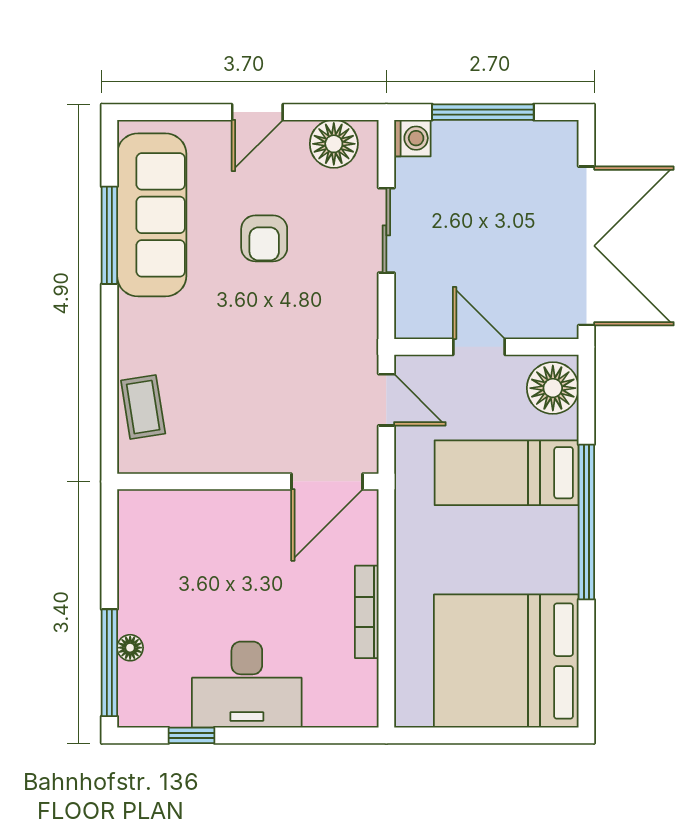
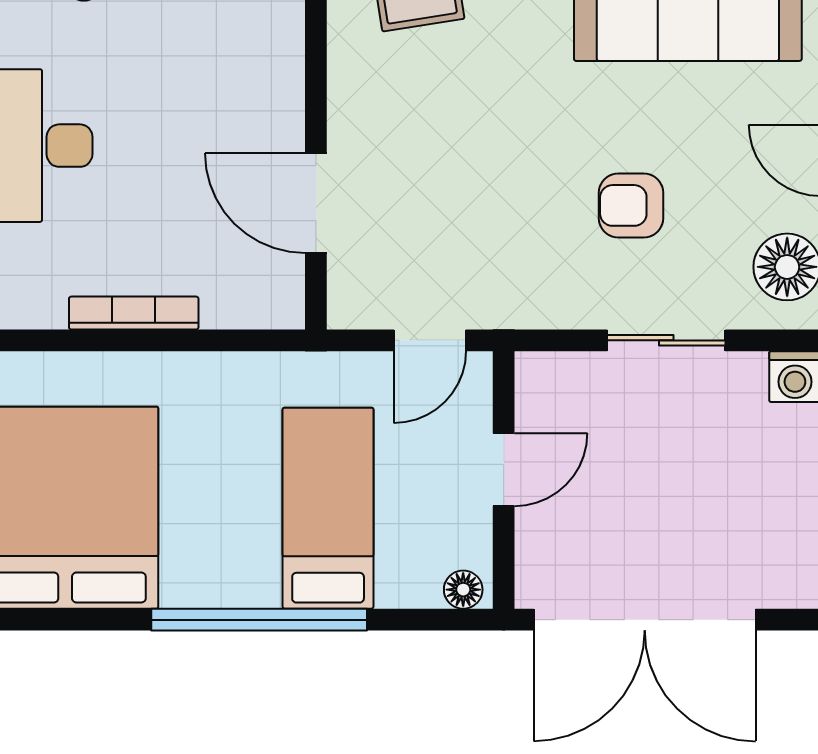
armchair: (264, 238) -> (631, 205), moved
floor lamp: (553, 388) -> (463, 590), width x0.53, depth x0.53
door: (327, 481) -> (316, 203), moved

